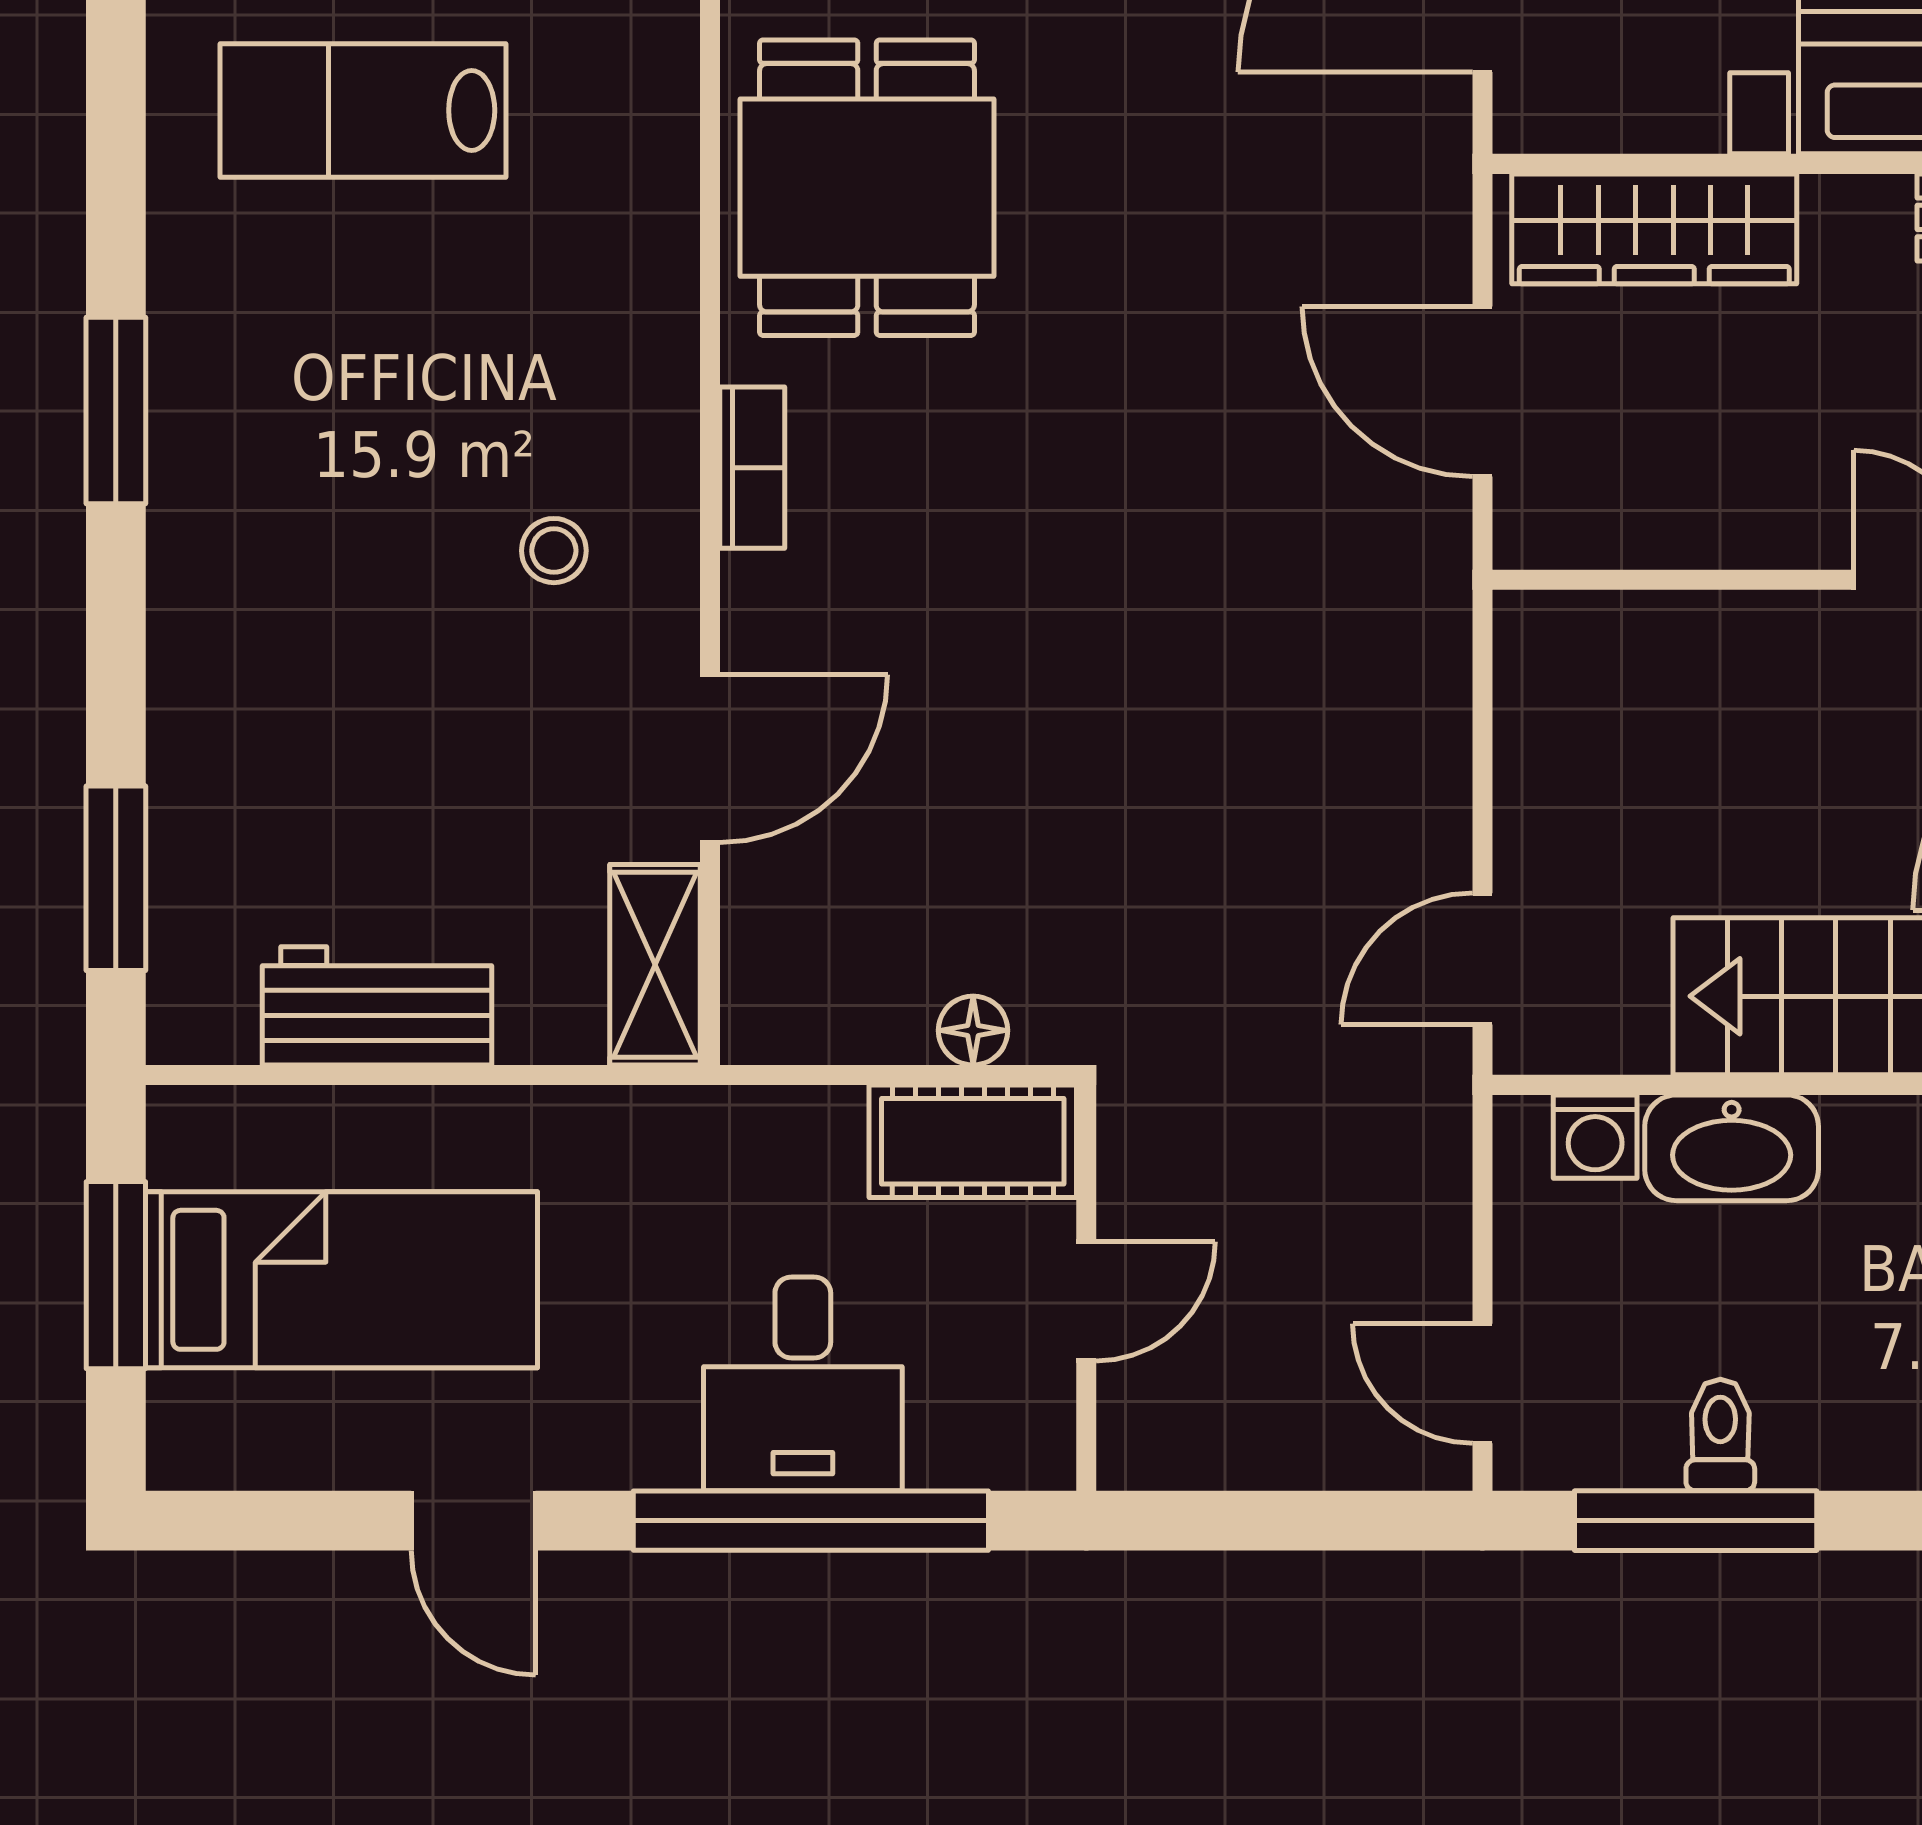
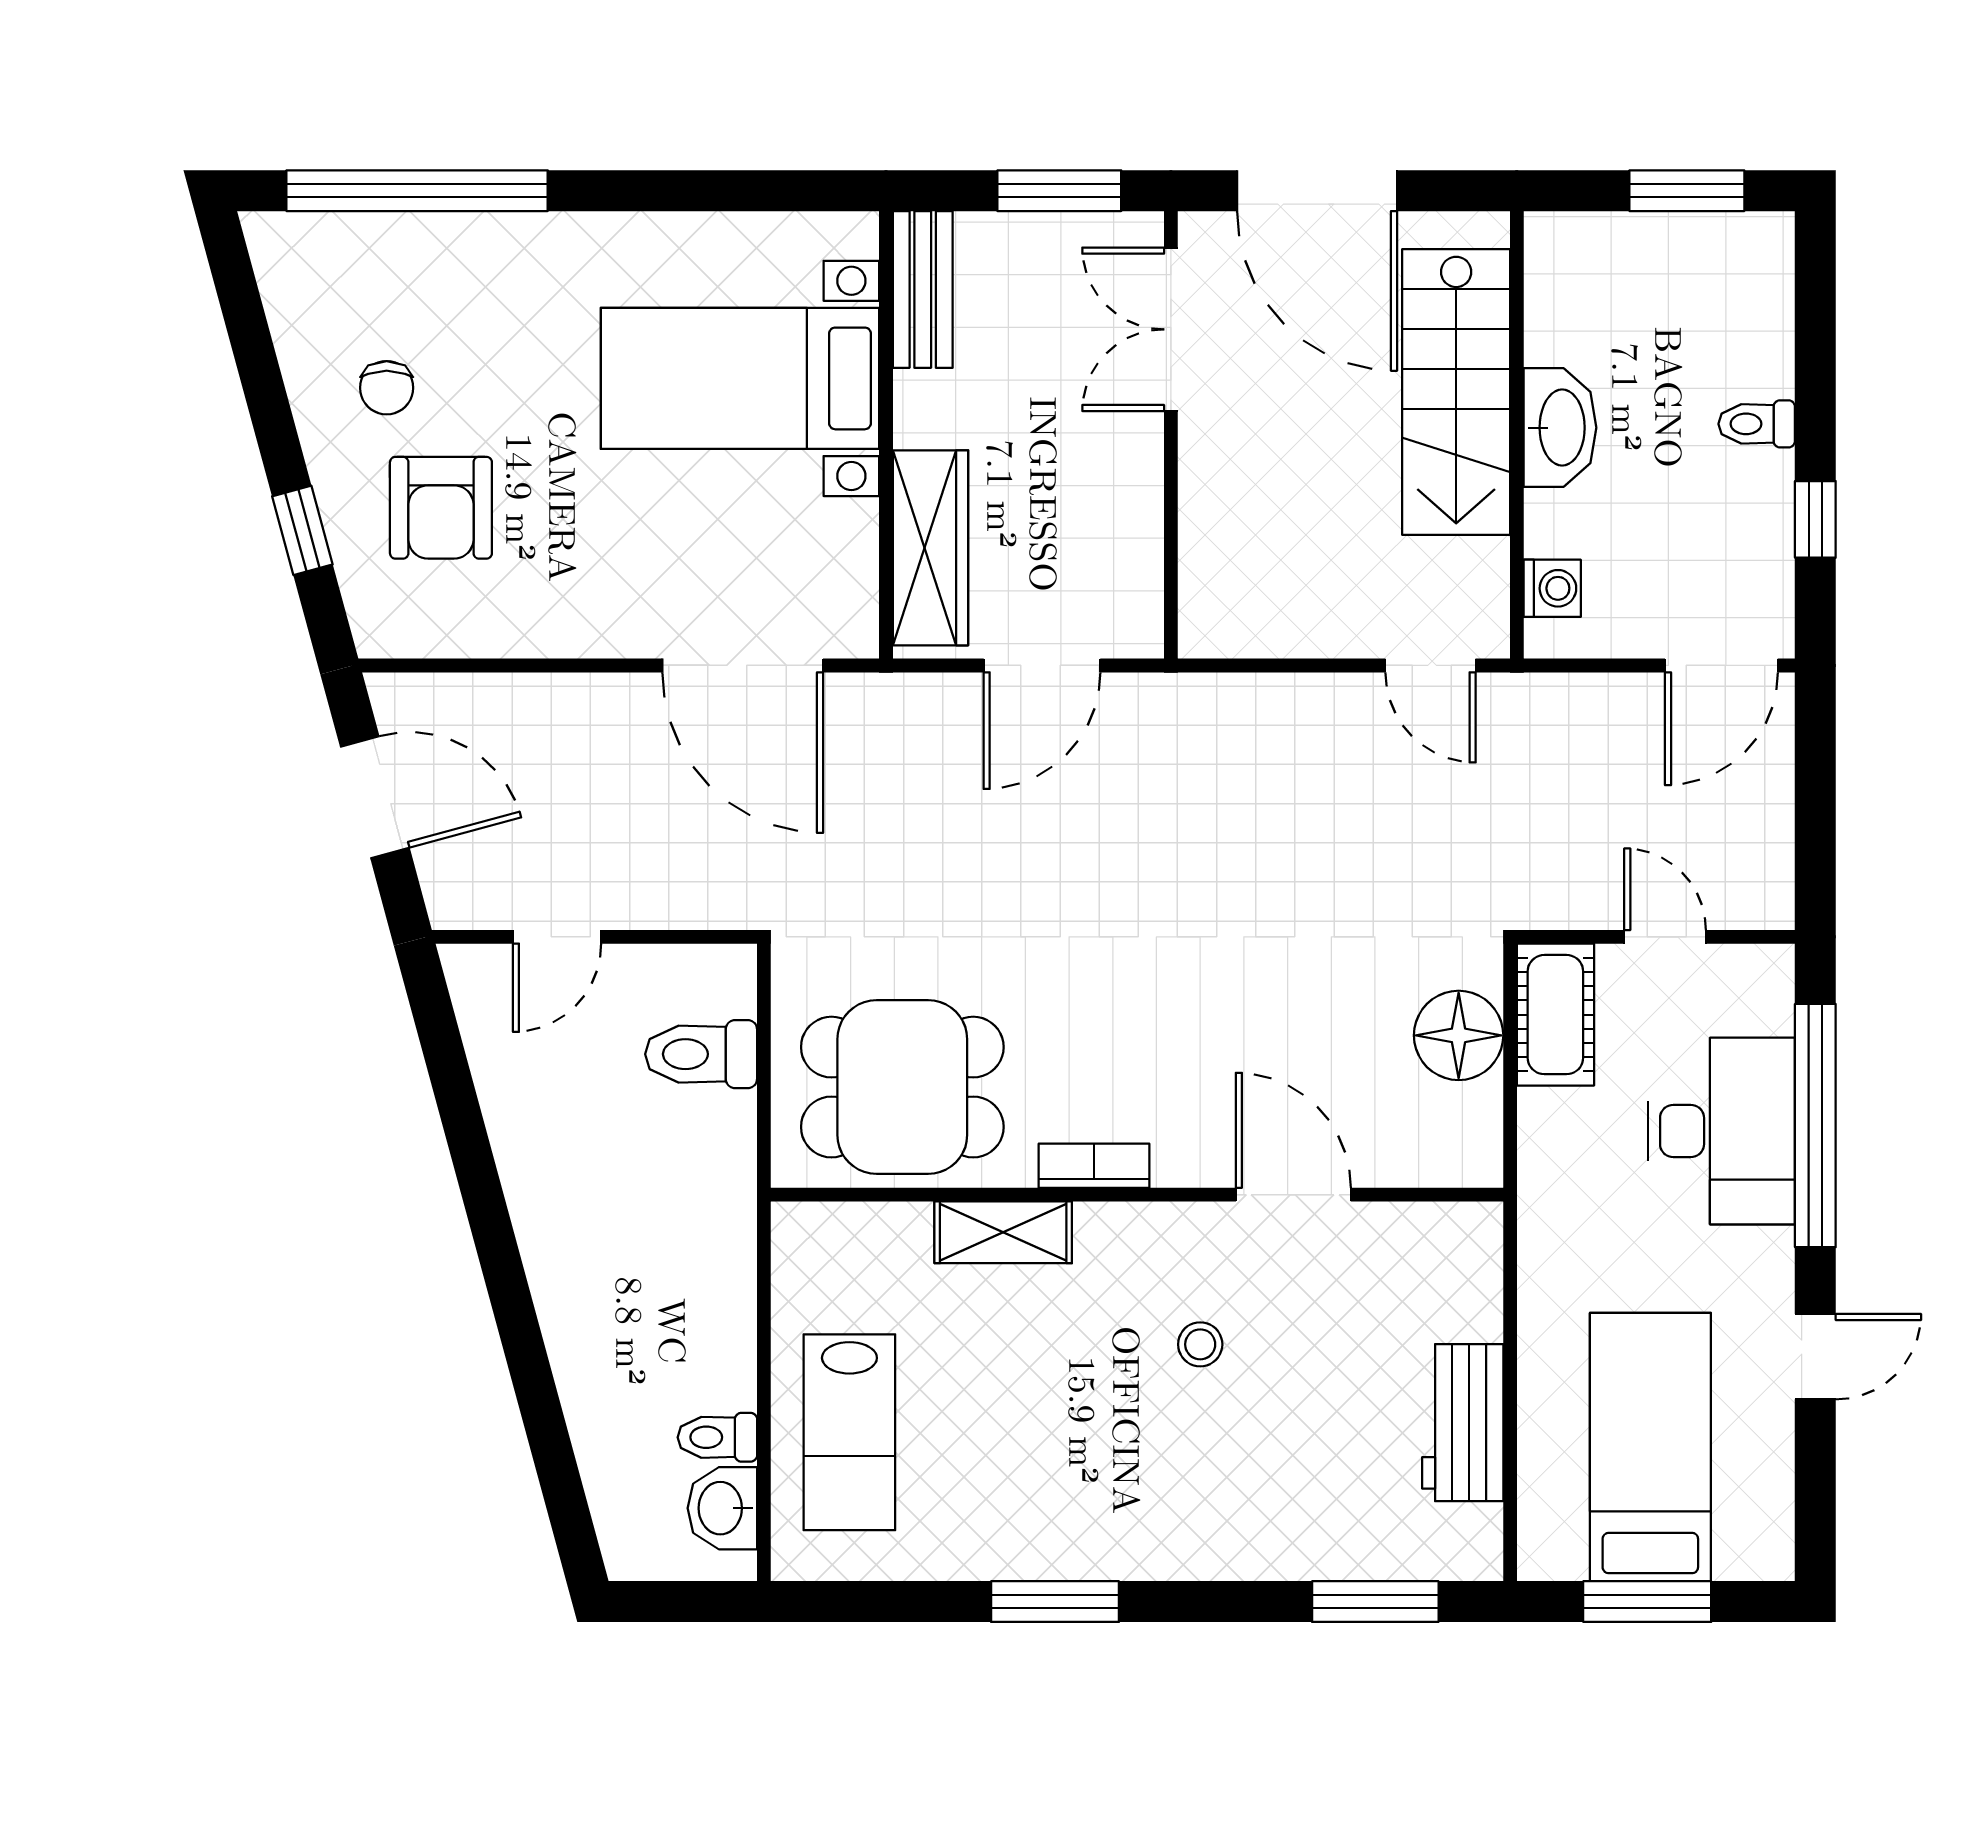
stool: (554, 551) -> (1200, 1344), moved
shelving: (655, 965) -> (1003, 1232), moved
floor lamp: (973, 1030) -> (1459, 1035), width x1.89, depth x1.89
washbasin: (1732, 1148) -> (1560, 428), moved
desk: (803, 1384) -> (1722, 1131), width x1.37
door: (1482, 1384) -> (1721, 665), width x1.38
toilet: (1720, 1435) -> (1757, 424), moved
window: (1696, 1521) -> (1815, 519), width x0.46

